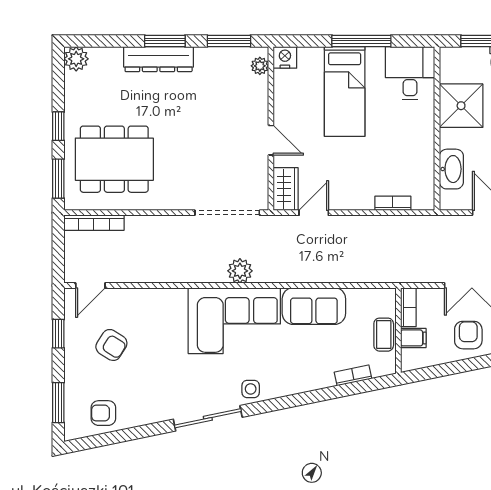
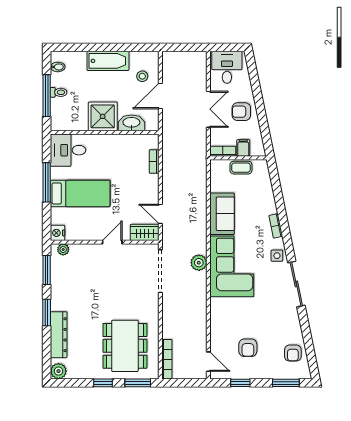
dresser: (159, 59) -> (59, 335), moved
shower: (461, 106) -> (103, 116), moved
armchair: (111, 345) -> (248, 348), turned 148
bookcase: (353, 375) -> (276, 226), moved

